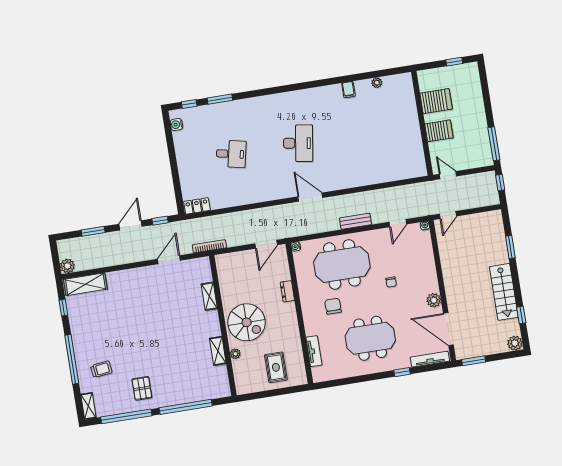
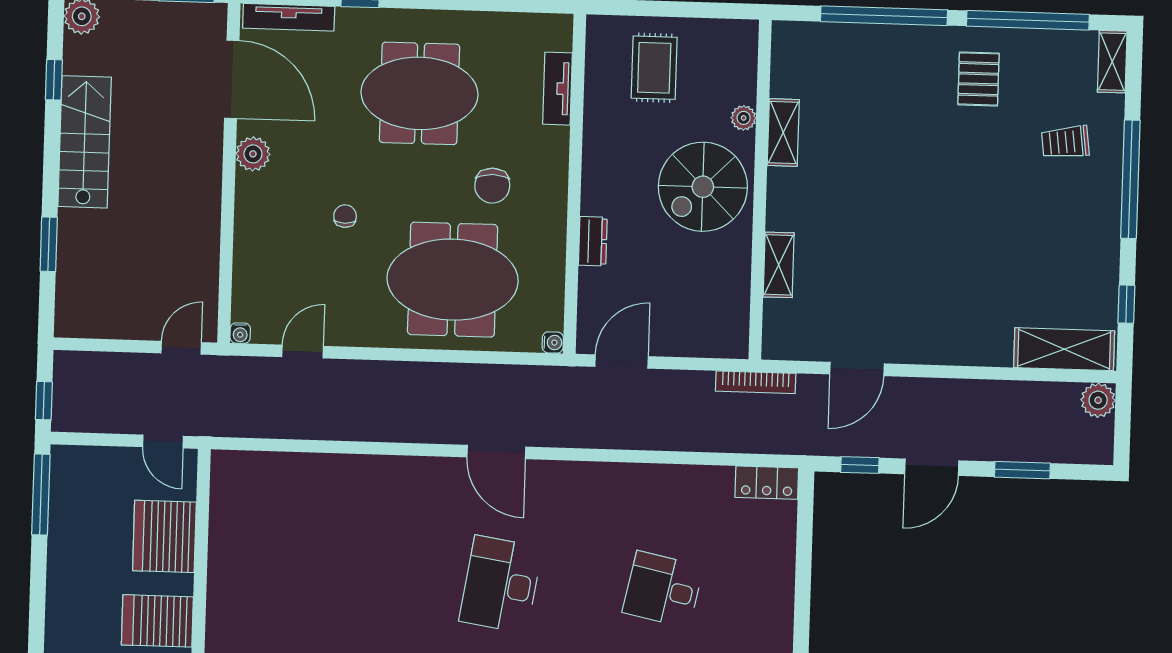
server rack: (439, 131) -> (164, 536), width x1.60
bench: (355, 221) -> (401, 375), removed
spiral stairs: (247, 322) -> (703, 187), turned -90

